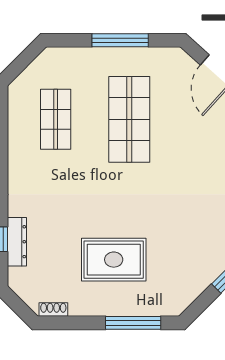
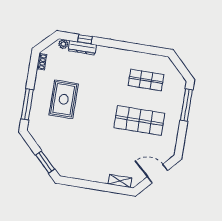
window: (120, 40) -> (186, 105), moved
plant: (16, 276) -> (63, 44), added

